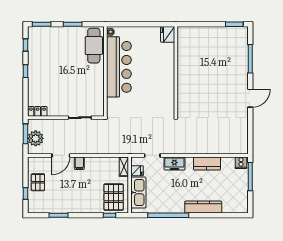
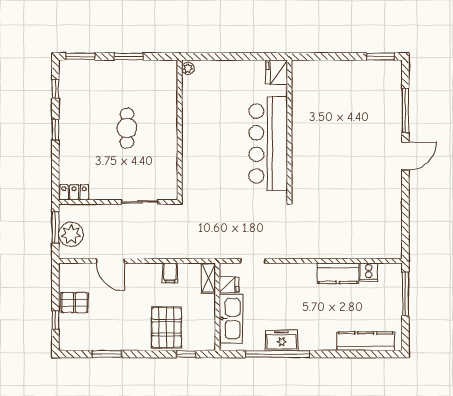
cafe table: (94, 46) -> (127, 128), moved, width x0.73, depth x0.74
bar counter: (119, 67) -> (268, 144), moved, turned 180
door: (250, 98) -> (405, 156), moved
door: (61, 155) -> (110, 261), hinge flipped
filing cabinet: (79, 163) -> (170, 273), moved
freezer: (174, 163) -> (282, 340), moved, turned 180
cooker: (241, 163) -> (369, 272), moved
pallet: (38, 182) -> (75, 303), turned 90
pallet: (114, 197) -> (166, 328), moved
kitchen counter: (203, 207) -> (366, 341), moved

